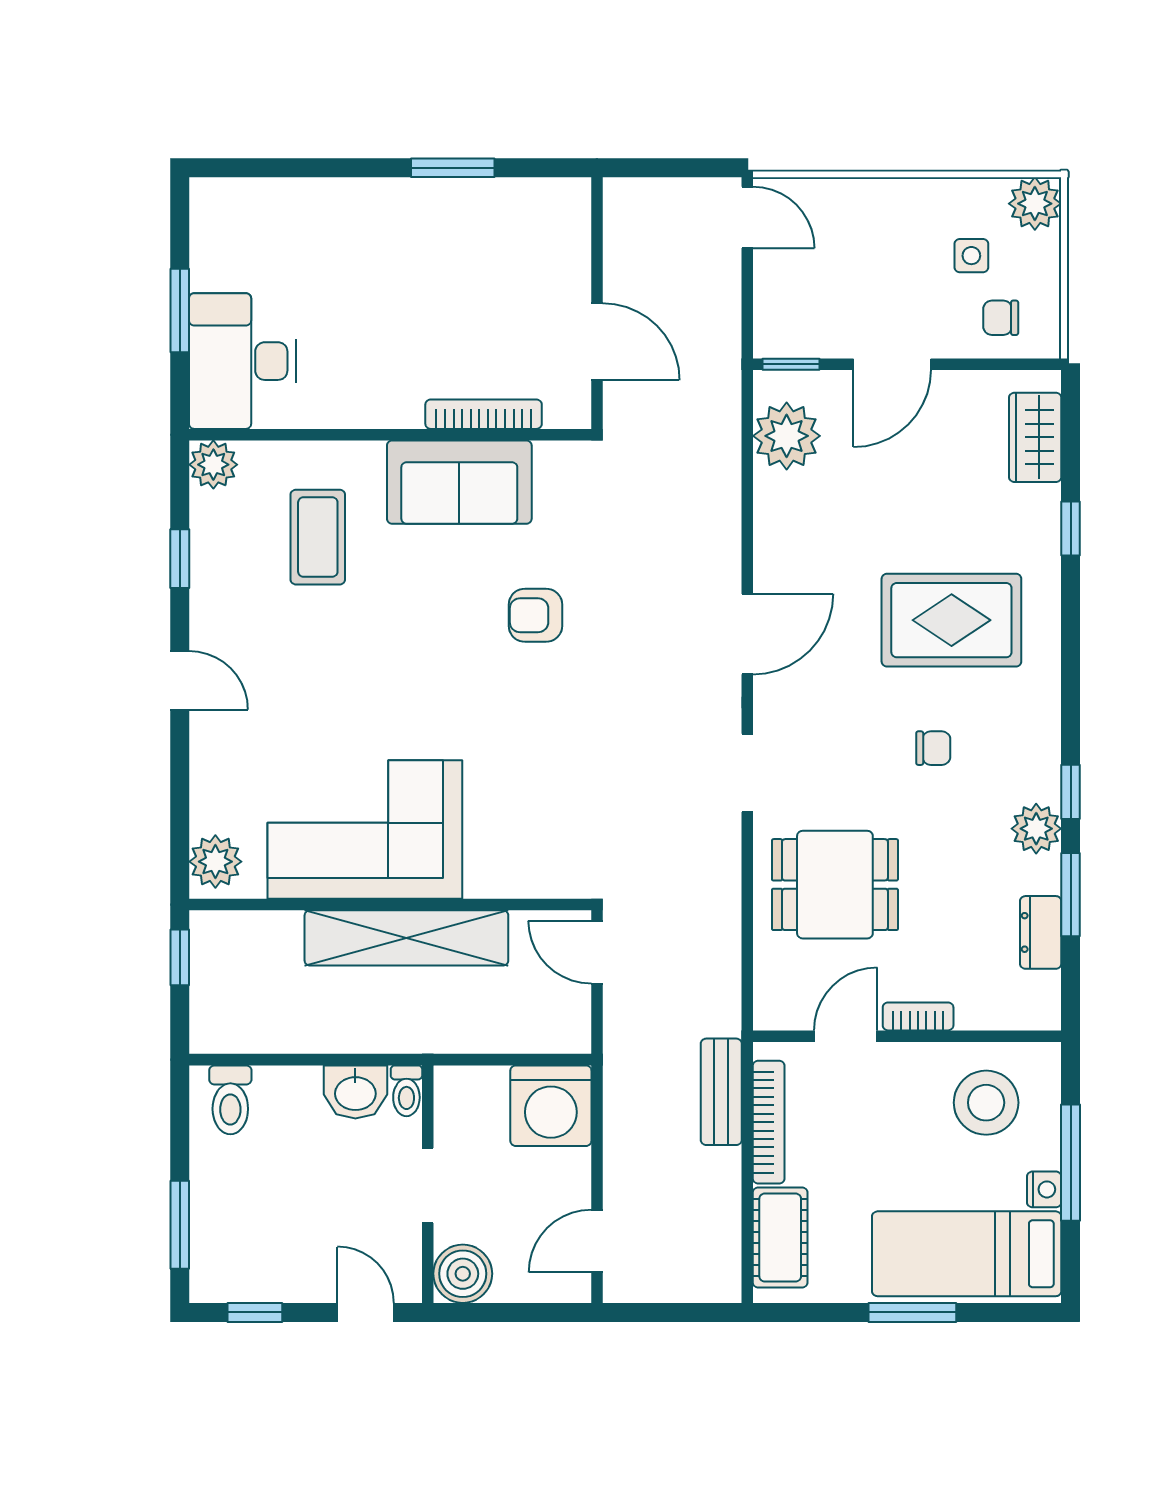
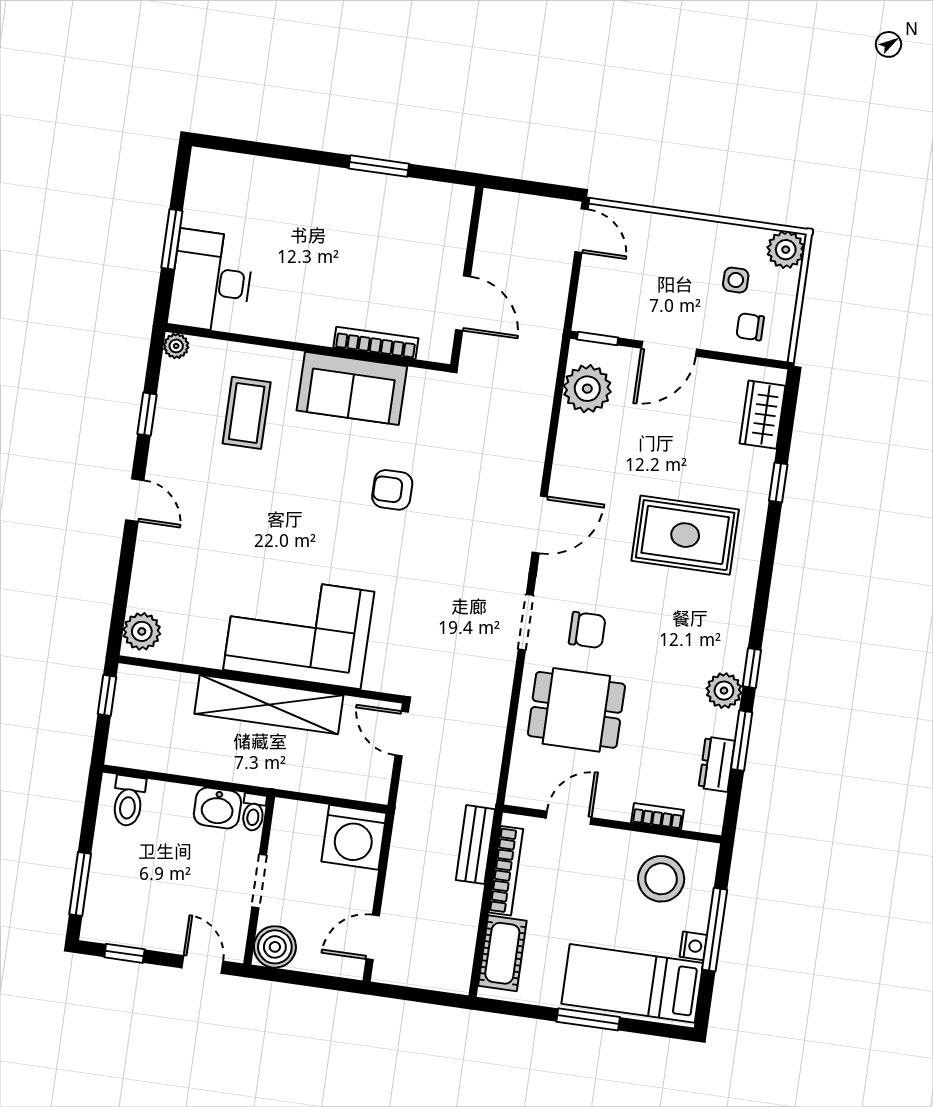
plant: (213, 465) -> (176, 346), width x0.73, depth x0.73
chair: (933, 748) -> (587, 630), moved, width x1.37, depth x1.37
corner sofa: (365, 829) -> (299, 631), moved
bookcase: (918, 1016) -> (658, 816), moved

